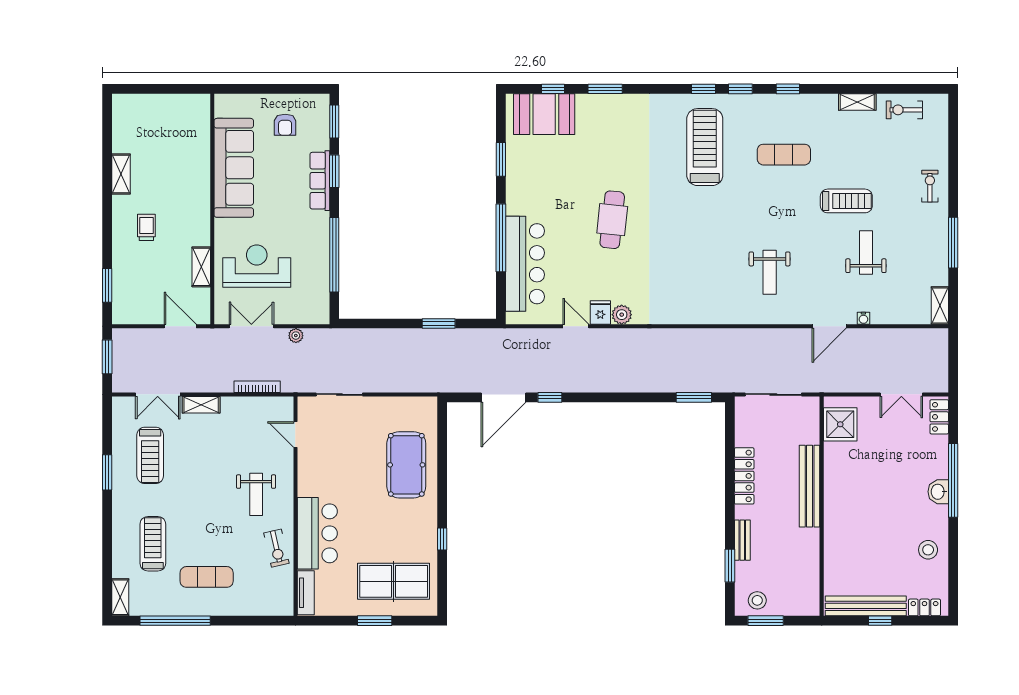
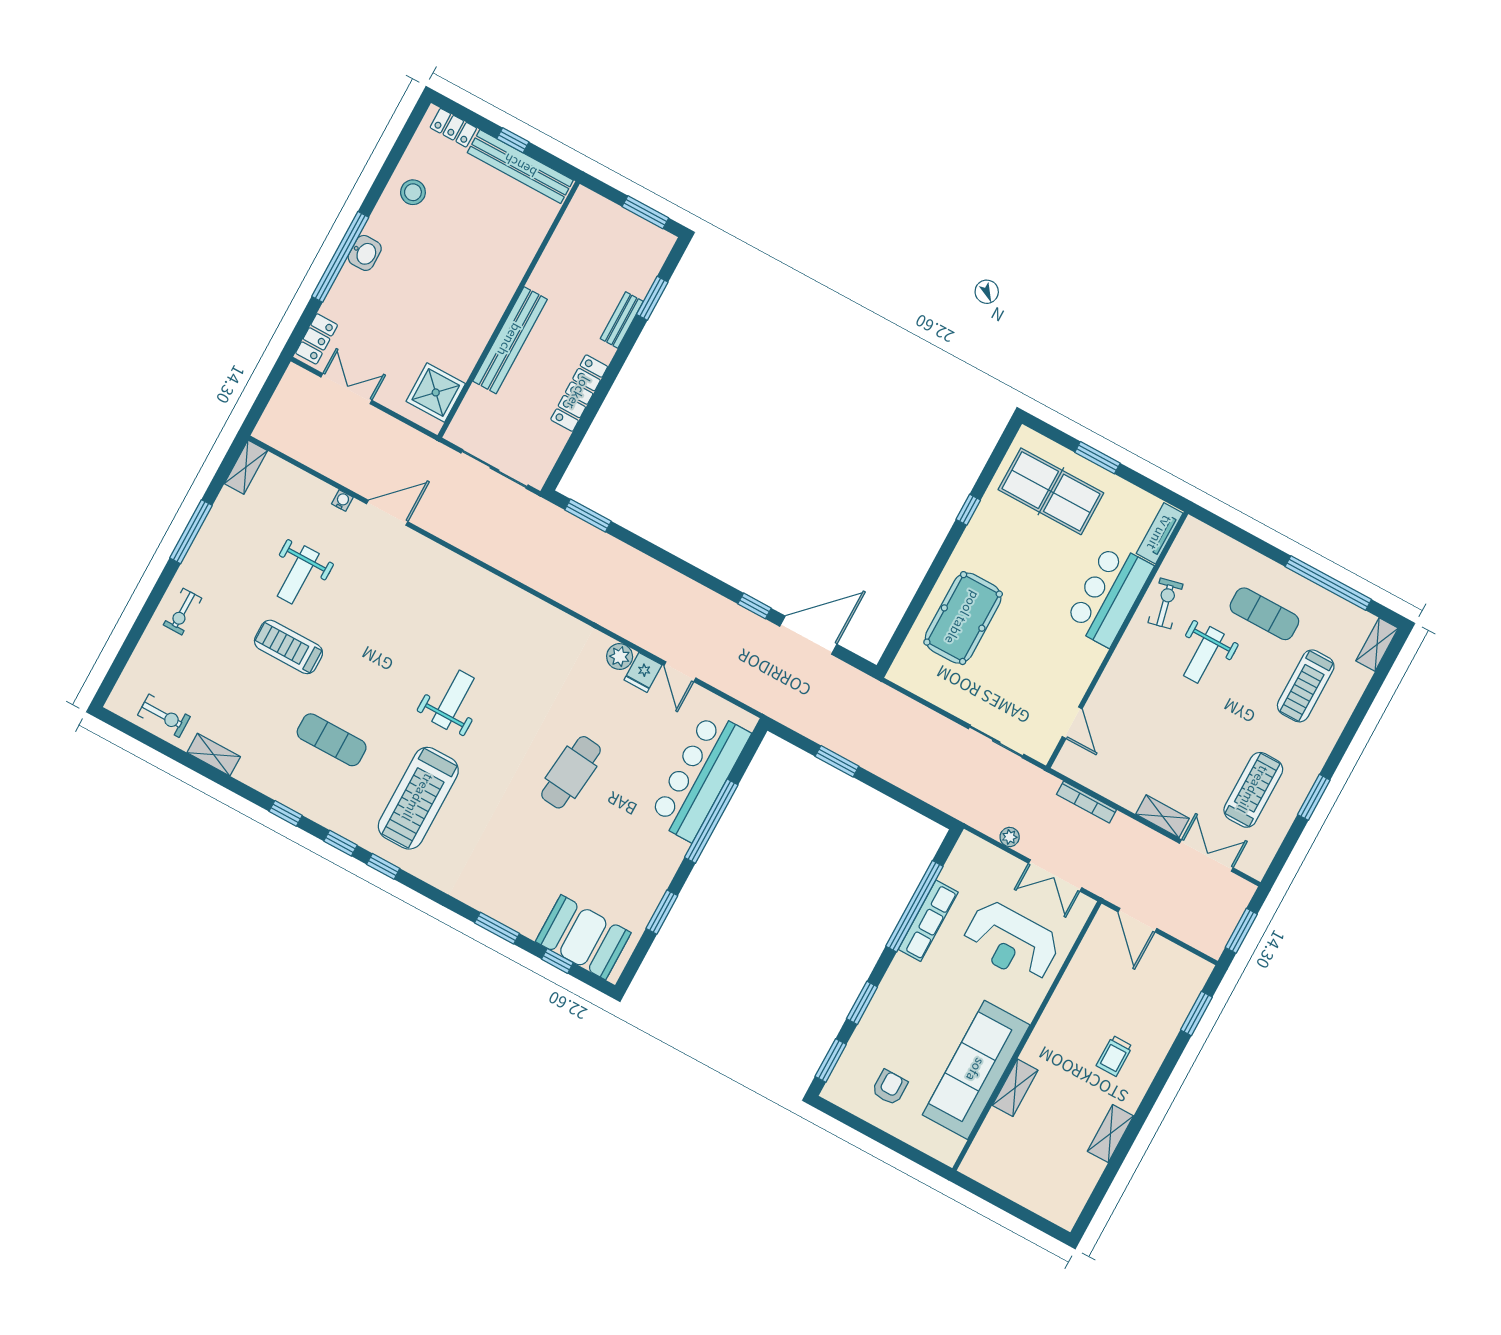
row of seats: (320, 181) -> (928, 921), moved
shelving: (201, 267) -> (1015, 1088), moved
weight bench: (770, 272) -> (453, 700), moved
weight bench: (256, 494) -> (1204, 655), moved, turned 180
stool: (757, 600) -> (642, 241), removed

